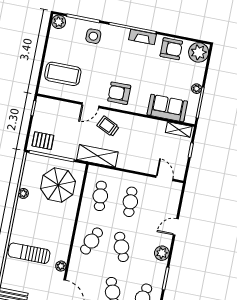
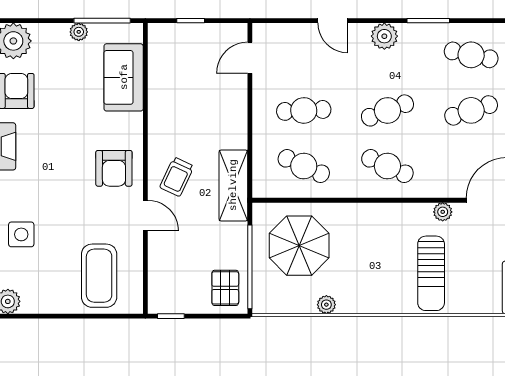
shelving: (179, 129) -> (158, 49), removed
cafe table: (100, 196) -> (304, 166), turned 30

